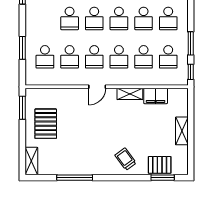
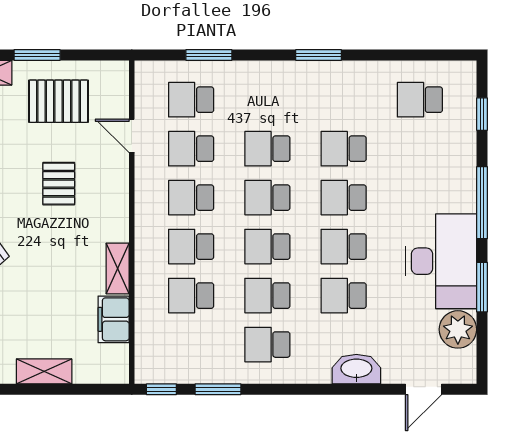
school desk: (168, 57) -> (191, 345), removed
door: (97, 87) -> (132, 136), moved
window: (22, 108) -> (37, 55), moved
pallet: (87, 124) -> (59, 184), added

